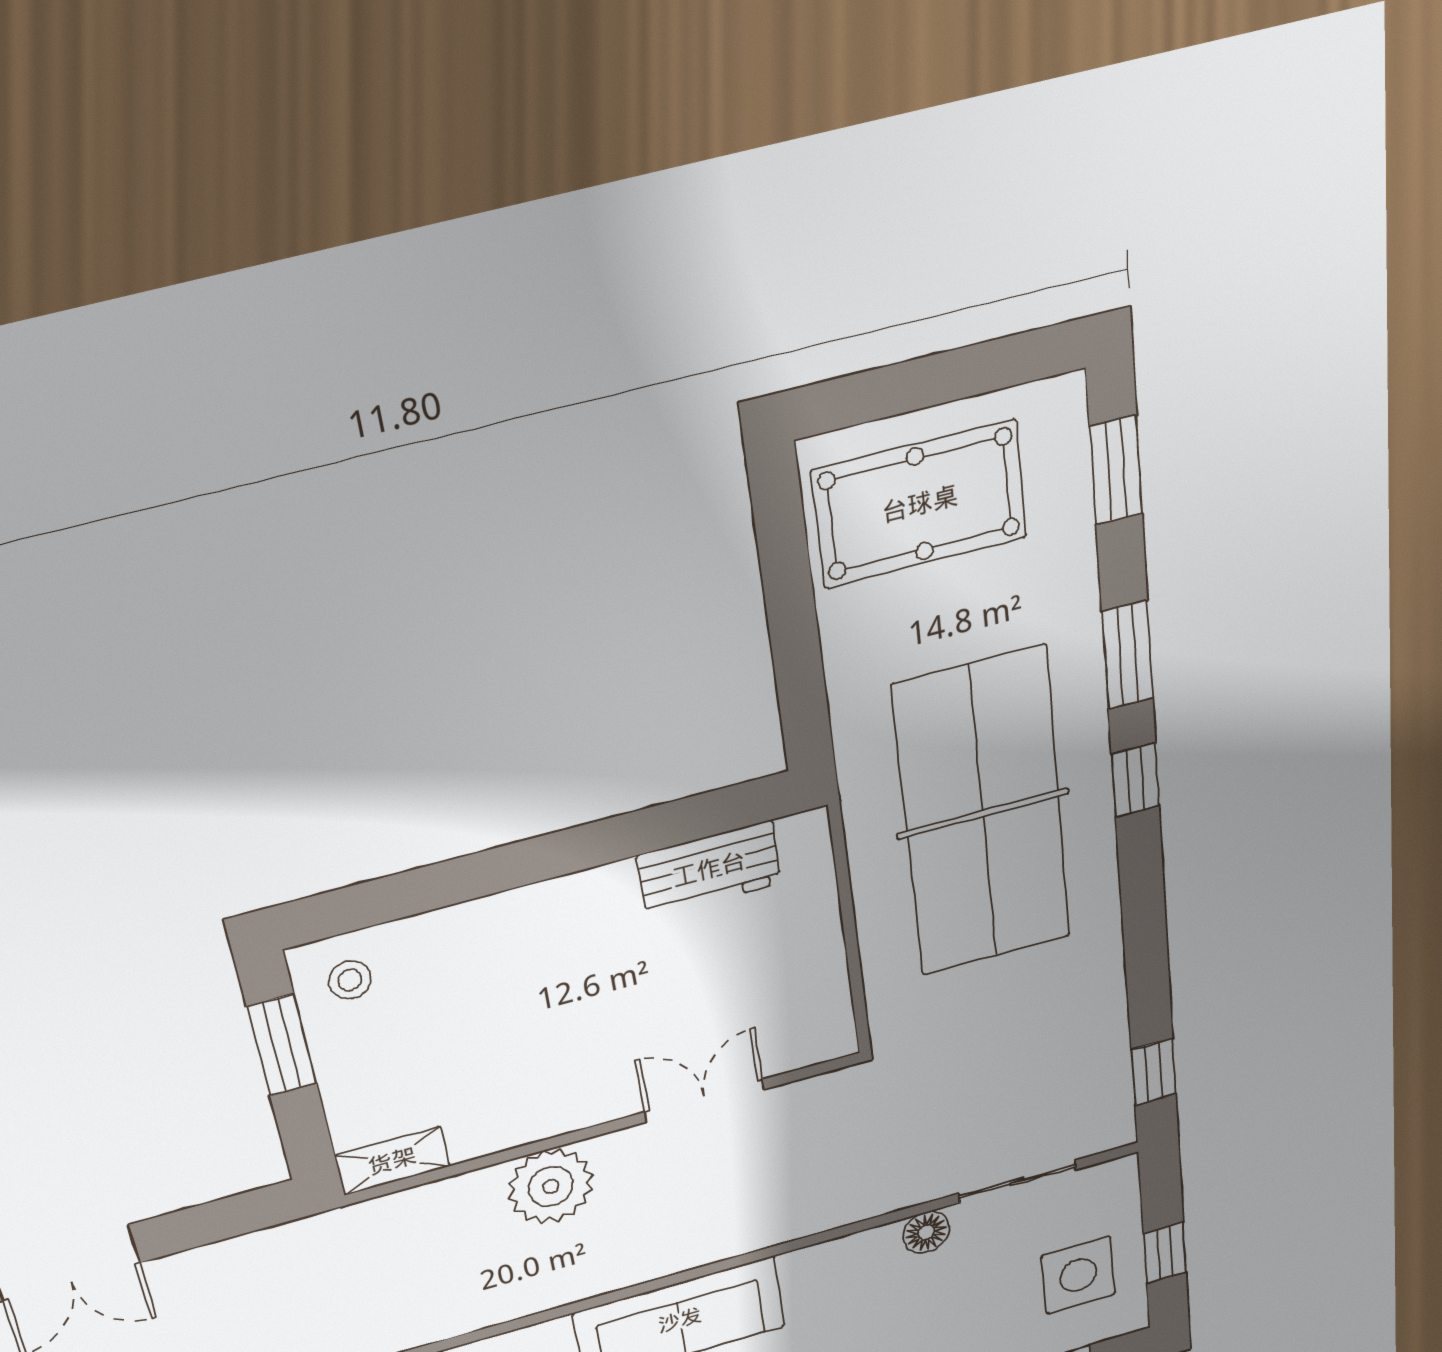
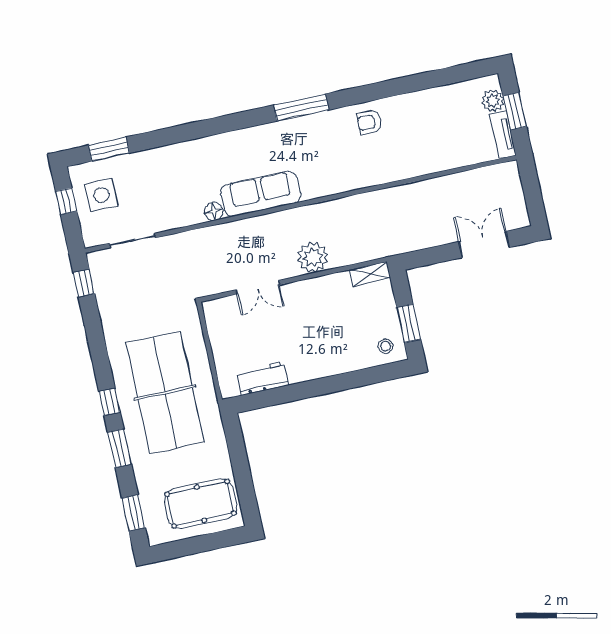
floor lamp: (926, 1232) -> (214, 212), moved

